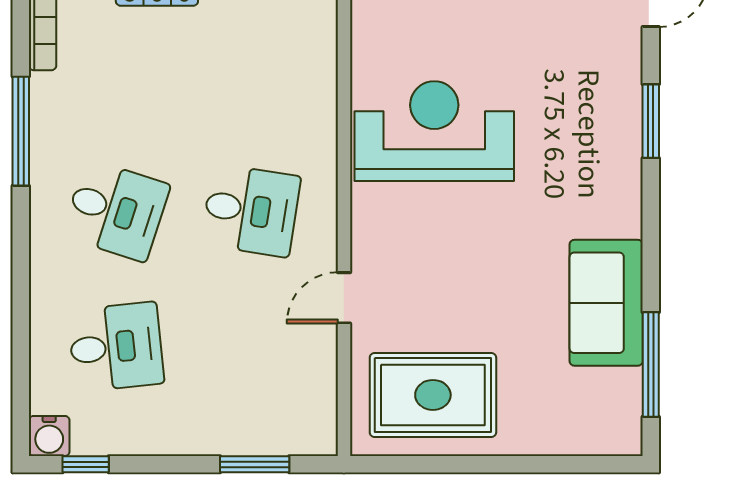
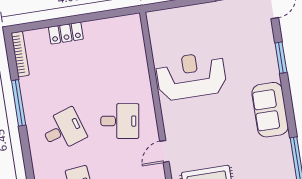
desk: (116, 210) -> (63, 130), turned -36
sofa: (606, 303) -> (270, 110), moved

